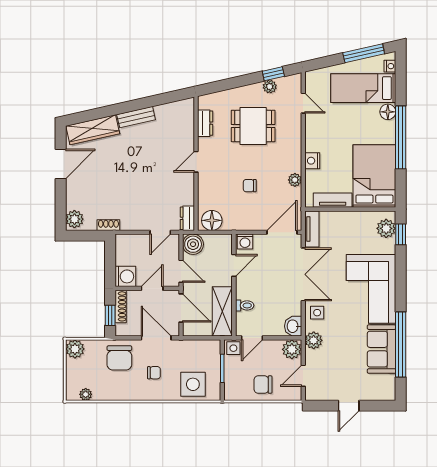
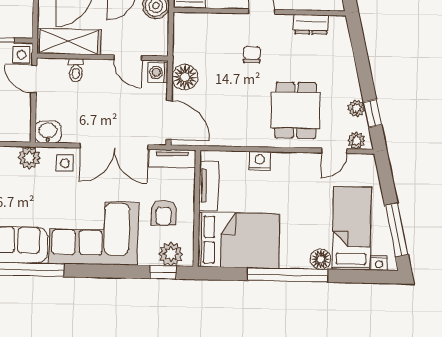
dining table: (253, 126) -> (296, 110), moved
plant: (295, 180) -> (356, 141), moved
chair: (250, 186) -> (252, 54), moved
floor lamp: (212, 220) -> (185, 77), moved
armchair: (354, 235) -> (164, 213), added
plant: (292, 349) -> (18, 130), removed

